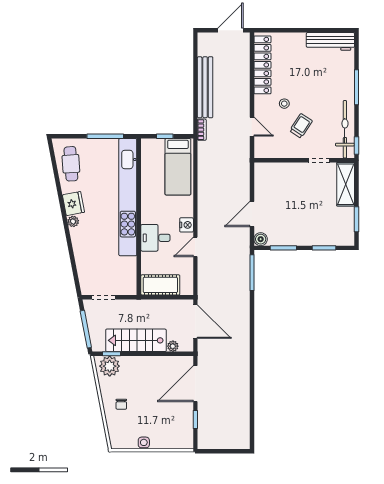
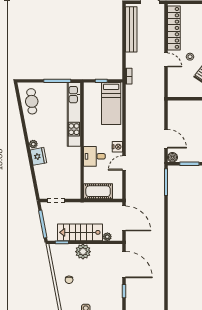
bench: (205, 87) -> (131, 29), moved
door: (252, 127) -> (166, 60), moved
kitchen unit: (128, 197) -> (74, 114), width x0.73
fridge: (73, 204) -> (38, 156), moved
door: (252, 214) -> (166, 139), swing flipped
plant: (110, 366) -> (83, 252), moved
door: (195, 384) -> (124, 265), swing flipped

